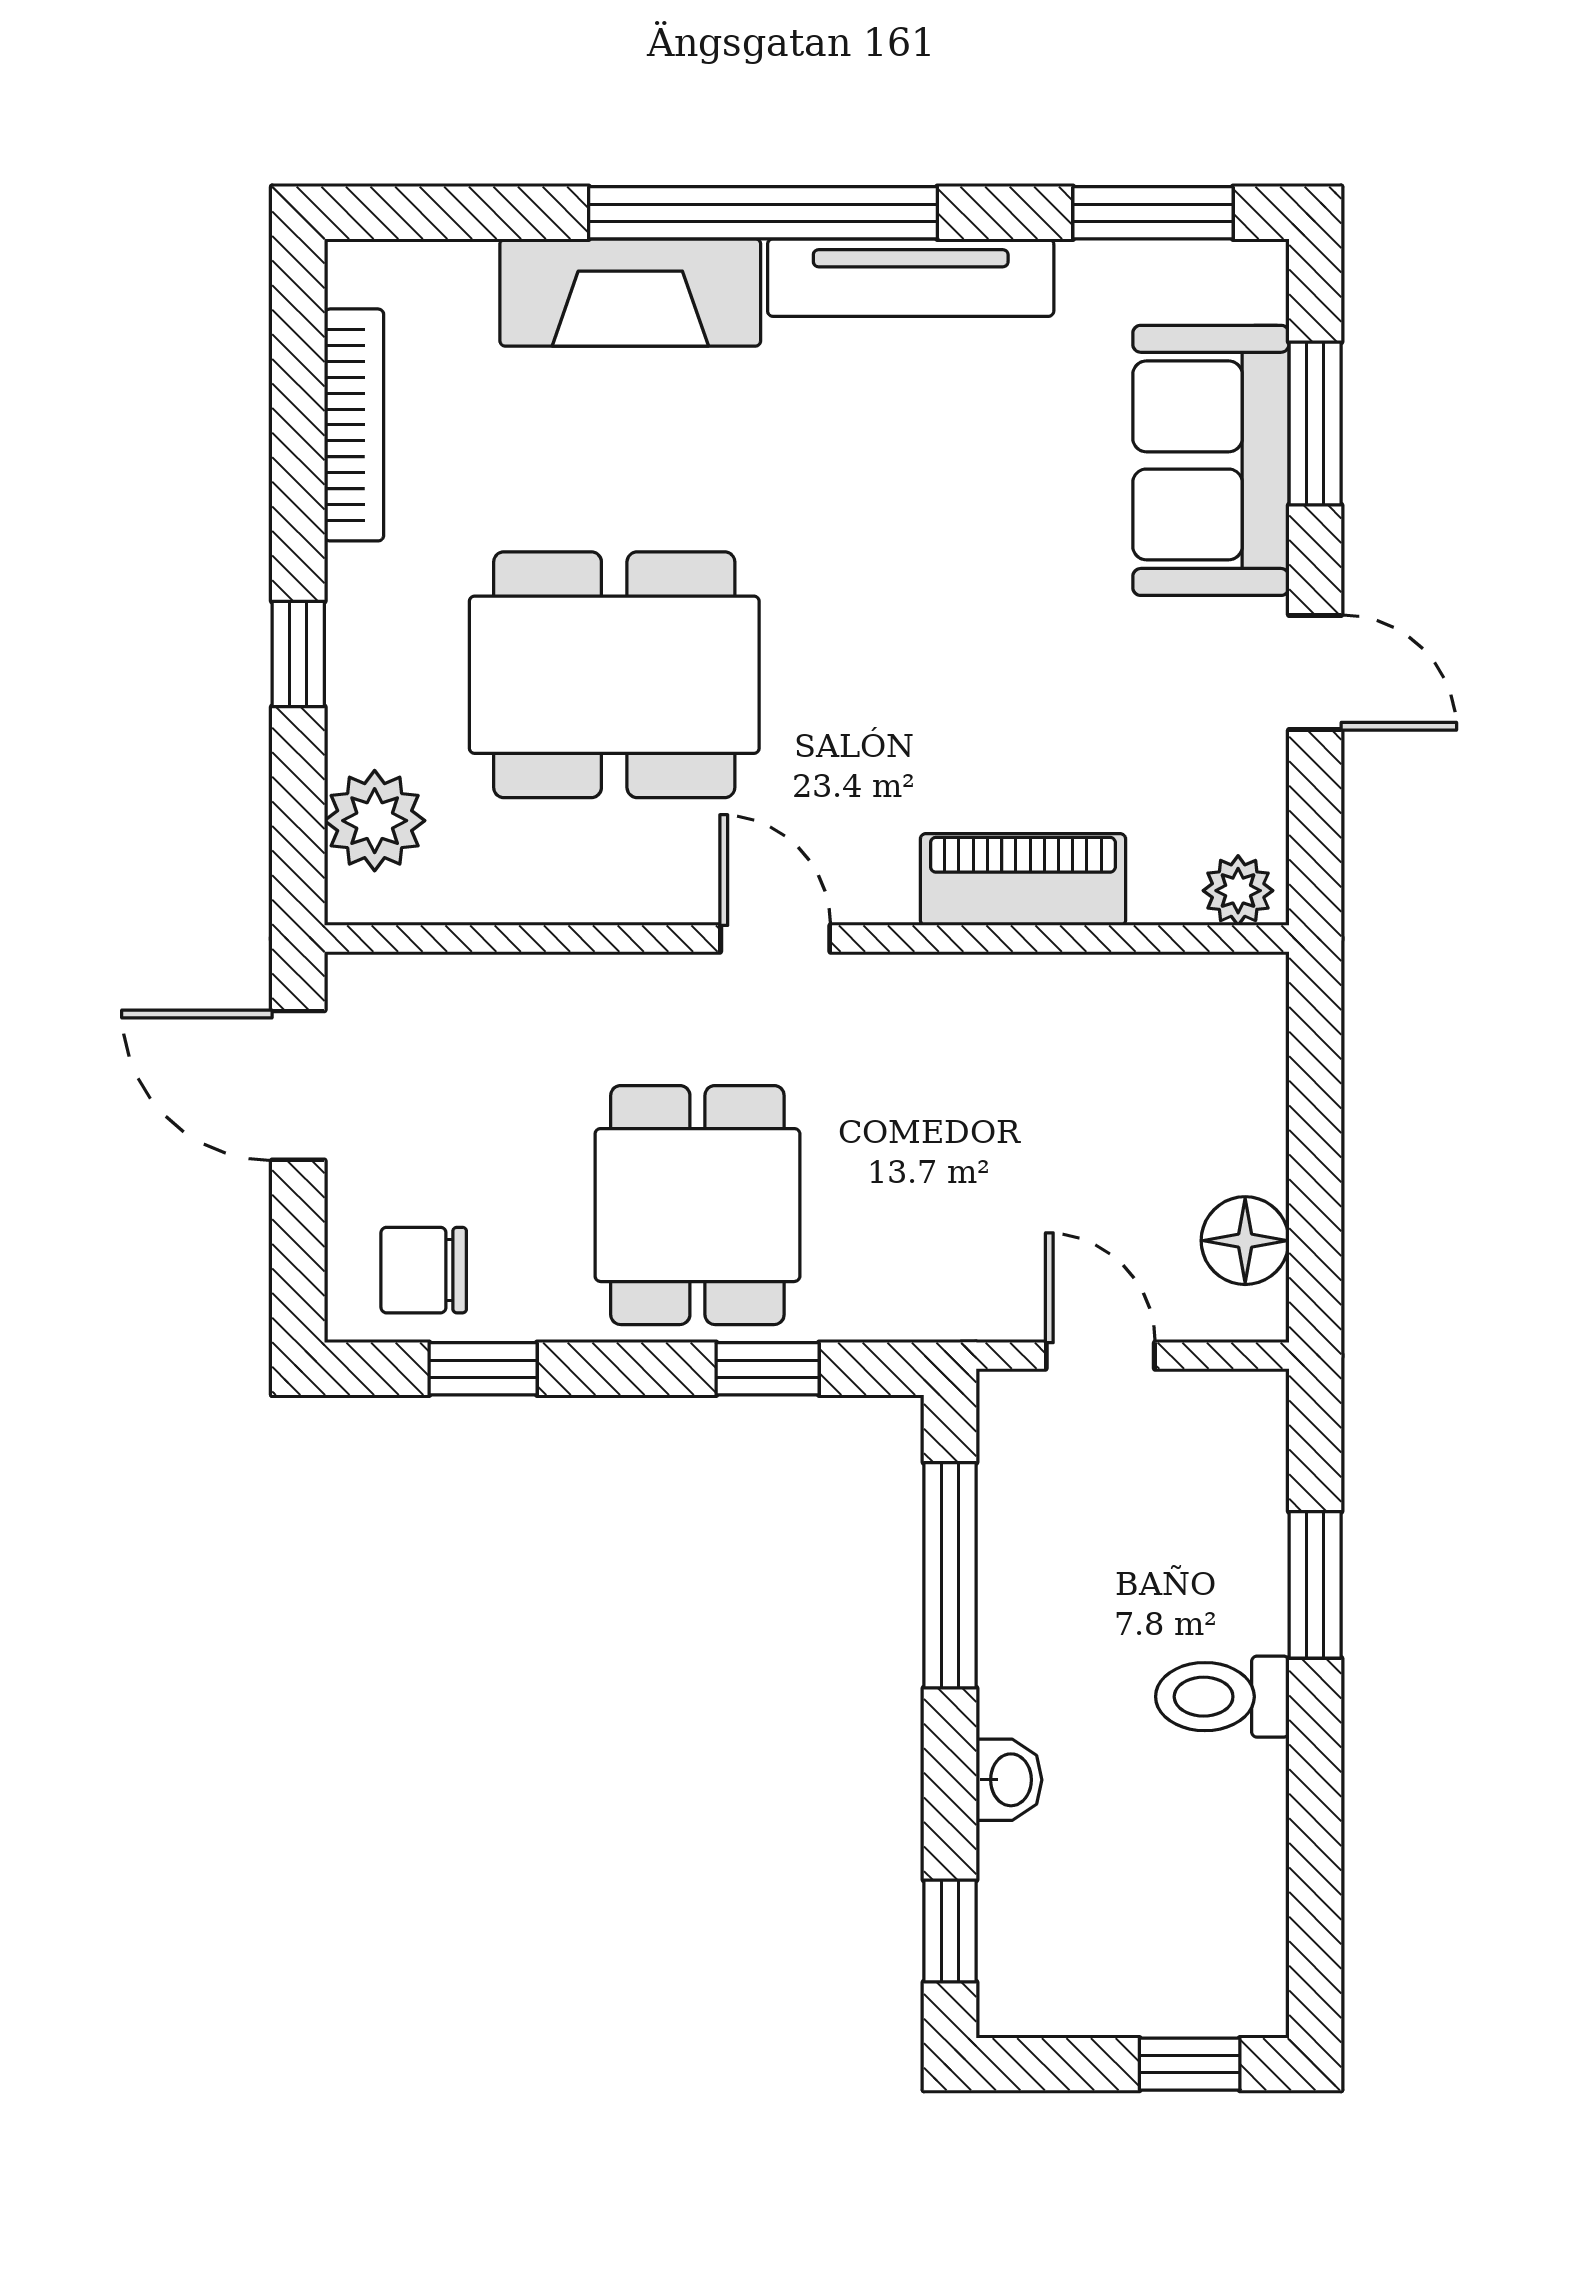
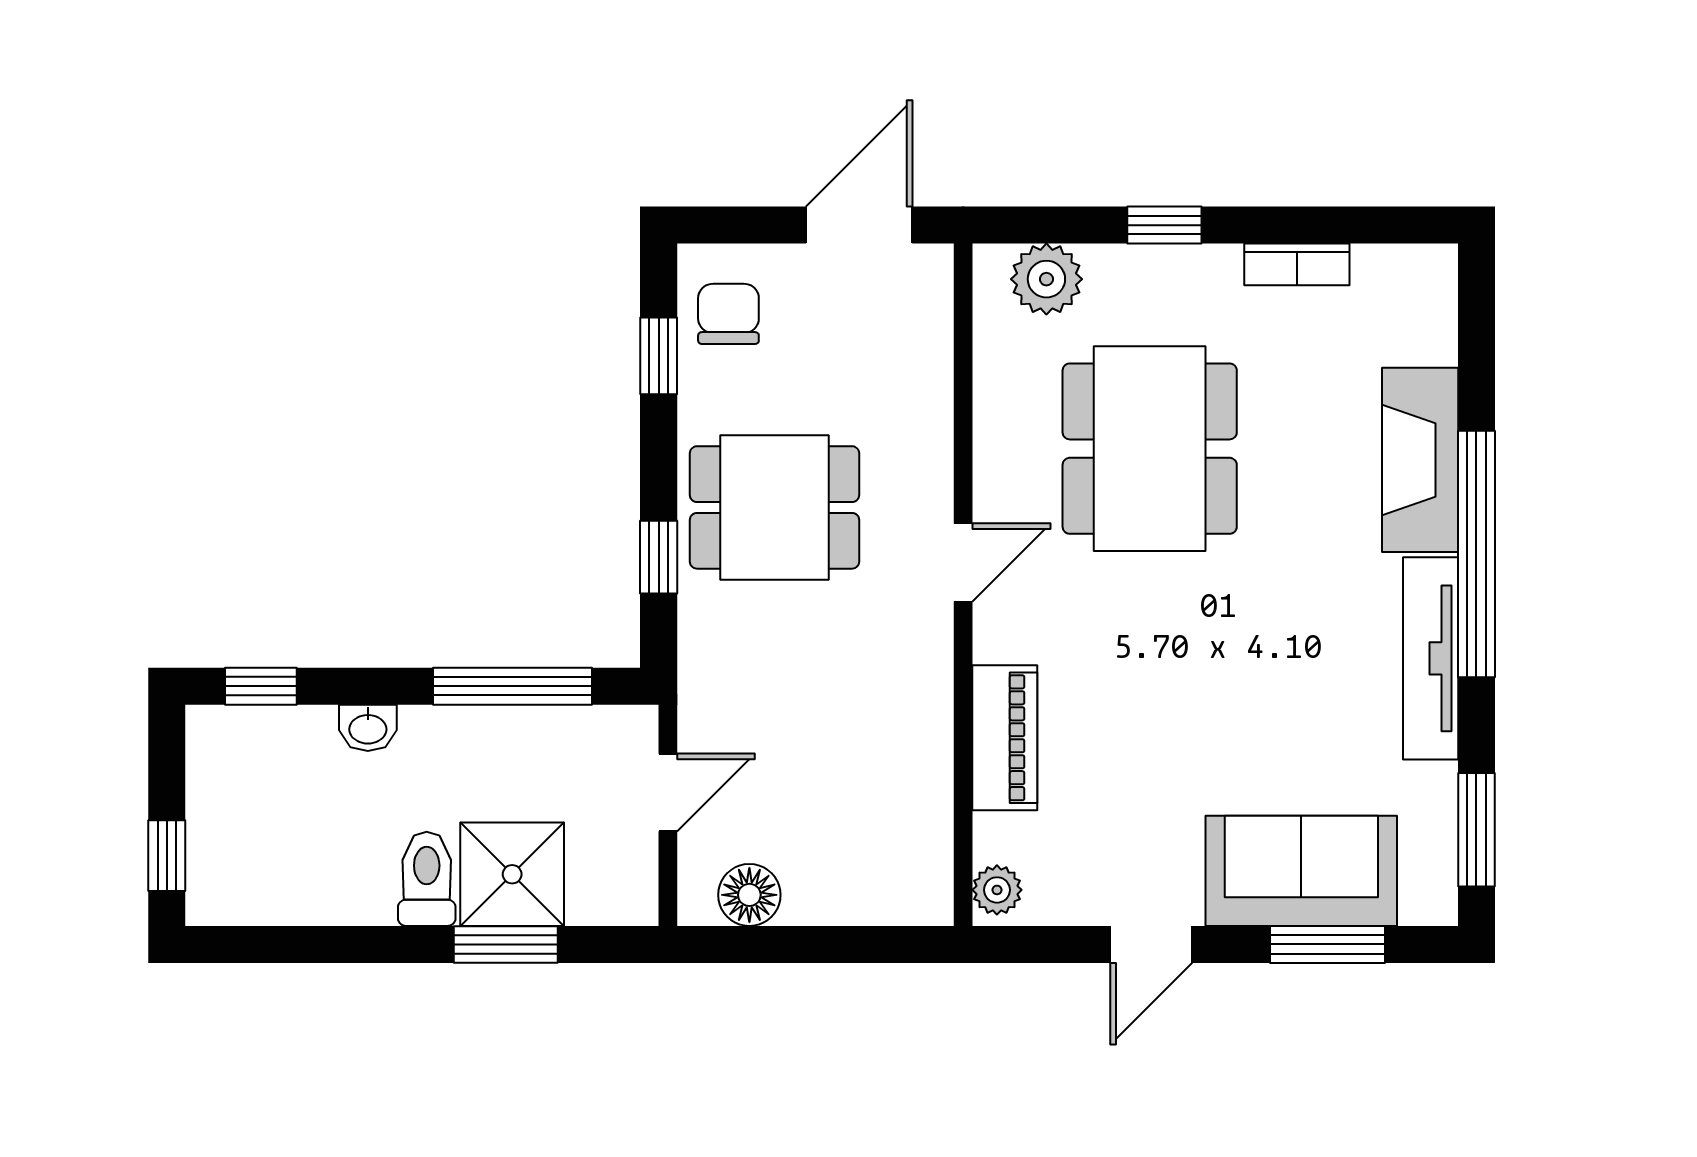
bookcase: (354, 425) -> (1297, 264), width x0.64
shower: (1216, 1576) -> (512, 874), added

